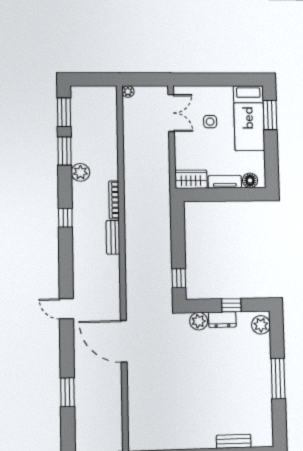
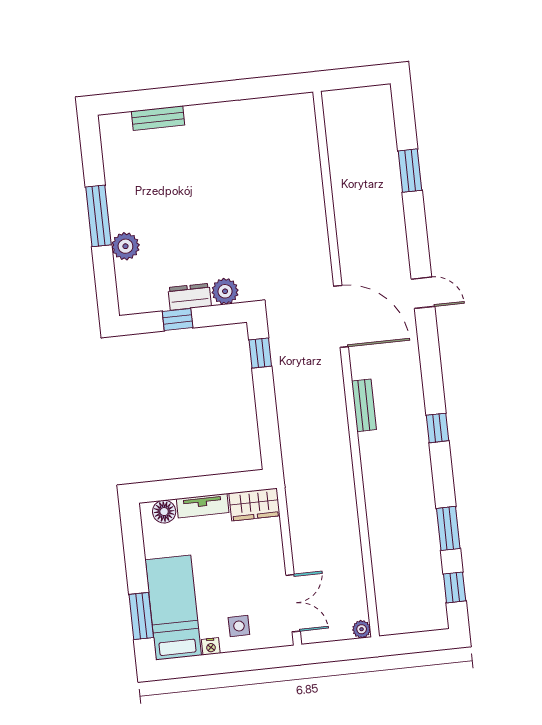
nightstand: (227, 91) -> (211, 646), added
window: (64, 112) -> (455, 587), width x0.67
double door: (171, 113) -> (293, 603), swing flipped
side table: (210, 122) -> (239, 626), moved
plant: (80, 172) -> (422, 498), removed
bookcase: (114, 200) -> (368, 462), removed
plant: (261, 325) -> (125, 246), moved
door: (124, 341) -> (341, 316), moved

